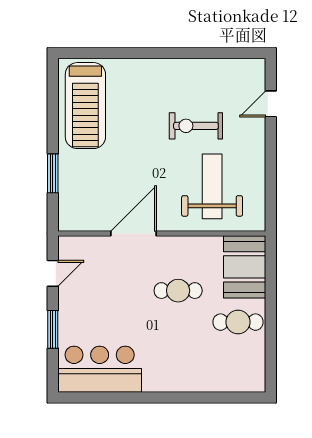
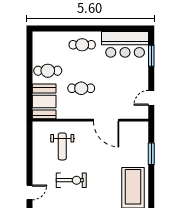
weight bench: (212, 186) -> (62, 146), width x0.73, depth x0.75
door: (133, 233) -> (106, 120), hinge flipped
window: (53, 329) -> (151, 56), moved
cafe table: (176, 368) -> (82, 45), added

